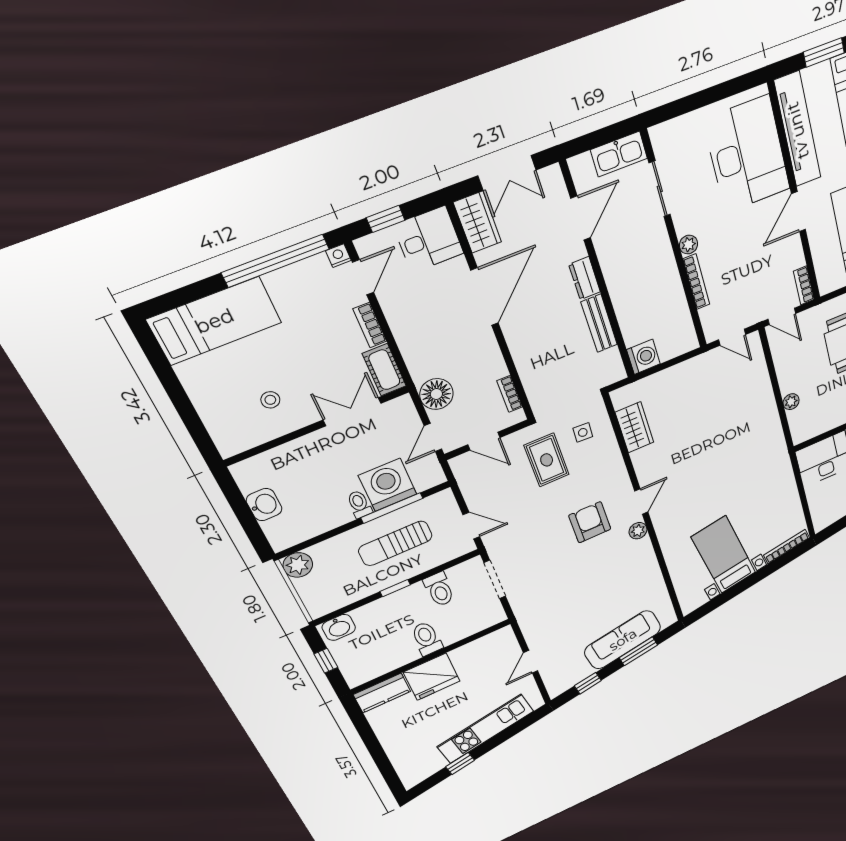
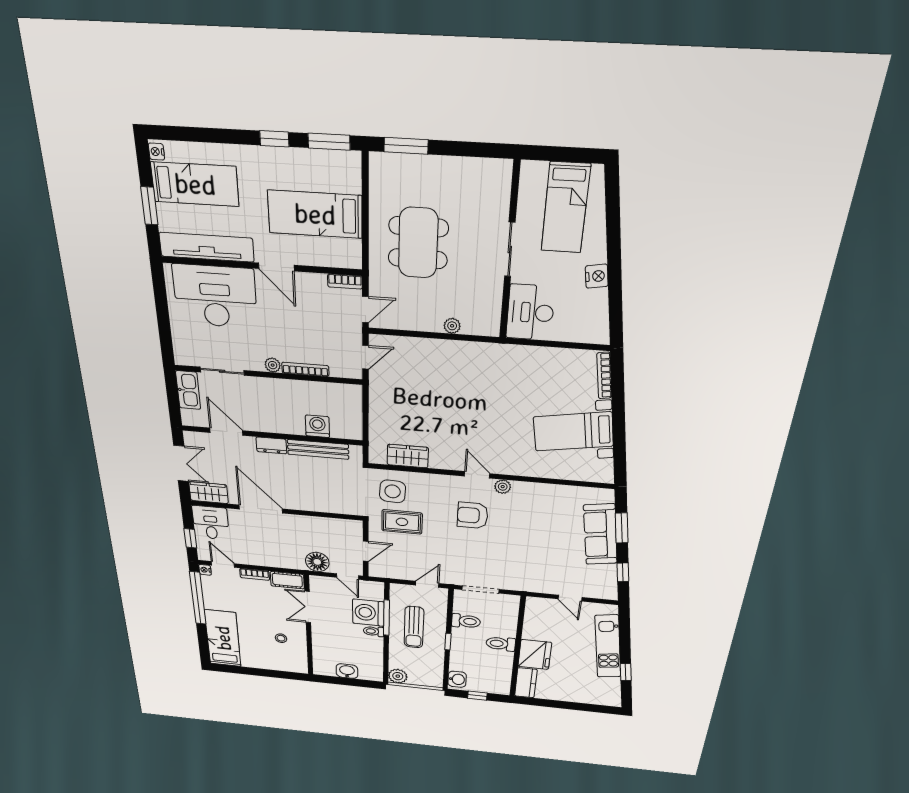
bench: (599, 323) -> (318, 449), width x1.36
washing machine: (643, 357) -> (317, 426), moved
bookcase: (510, 394) -> (338, 523), removed
side table: (583, 432) -> (393, 491), width x1.87, depth x1.87

